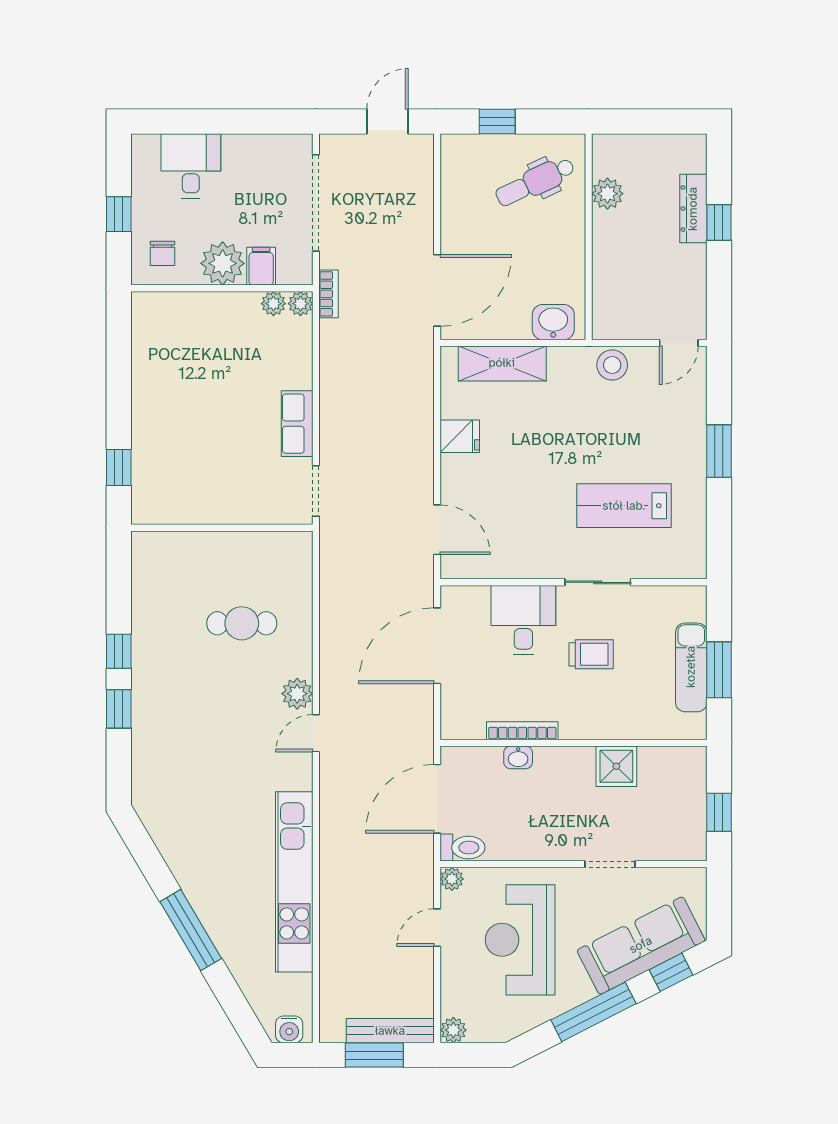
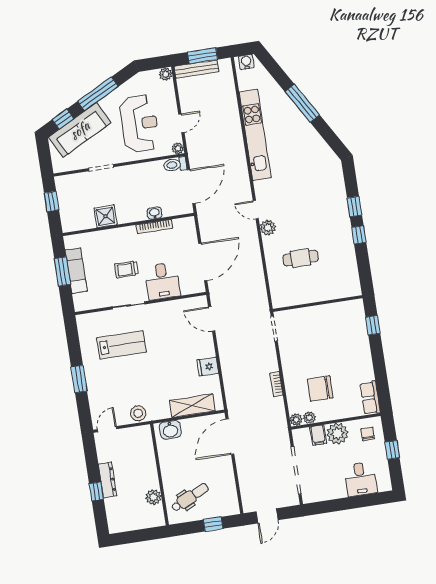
dresser: (693, 209) -> (108, 480), moved
bookcase: (328, 294) -> (276, 384), moved
chair: (243, 358) -> (320, 388), added
row of seats: (297, 424) -> (370, 398), moved, turned 180
door: (316, 733) -> (256, 210), swing flipped

